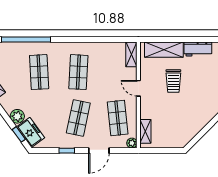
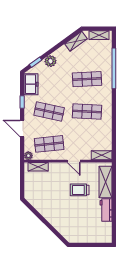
door: (138, 88) -> (74, 161), swing flipped
freezer: (31, 132) -> (31, 84), moved, turned -54

